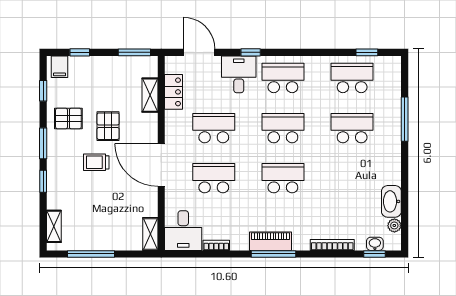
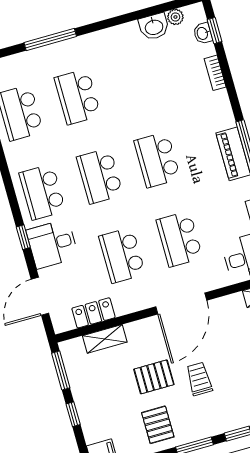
window: (80, 52) -> (73, 414), moved
trolley: (96, 162) -> (199, 379), turned 180
washbasin: (391, 201) -> (154, 27), width x0.72
bookcase: (332, 245) -> (215, 73), width x0.64

